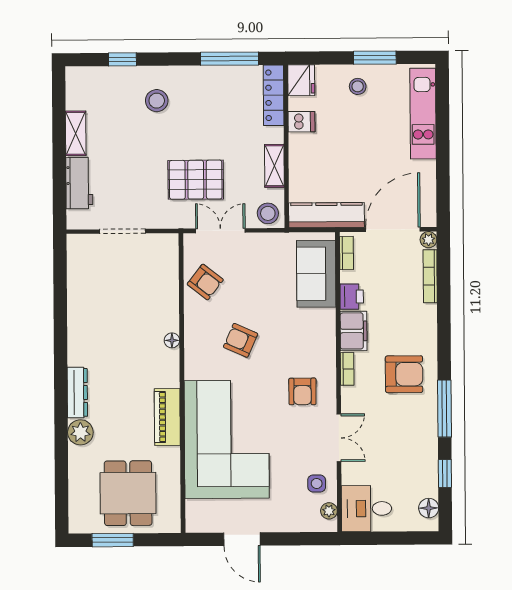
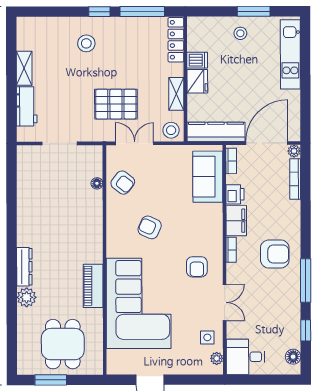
window: (122, 59) -> (99, 12), moved
fridge: (301, 80) -> (197, 81), moved
floor lamp: (172, 340) -> (97, 183), moved

